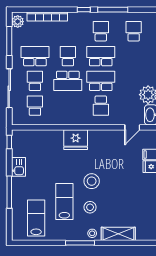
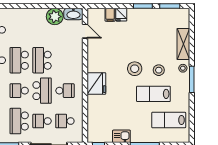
school desk: (101, 106) -> (65, 91), moved

